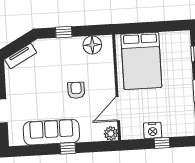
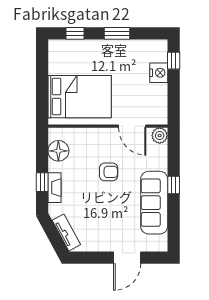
fireplace: (60, 43) -> (54, 188), added
armchair: (76, 90) -> (109, 172), turned 180
nightstand: (153, 130) -> (159, 73), moved
window: (162, 143) -> (174, 61), moved

